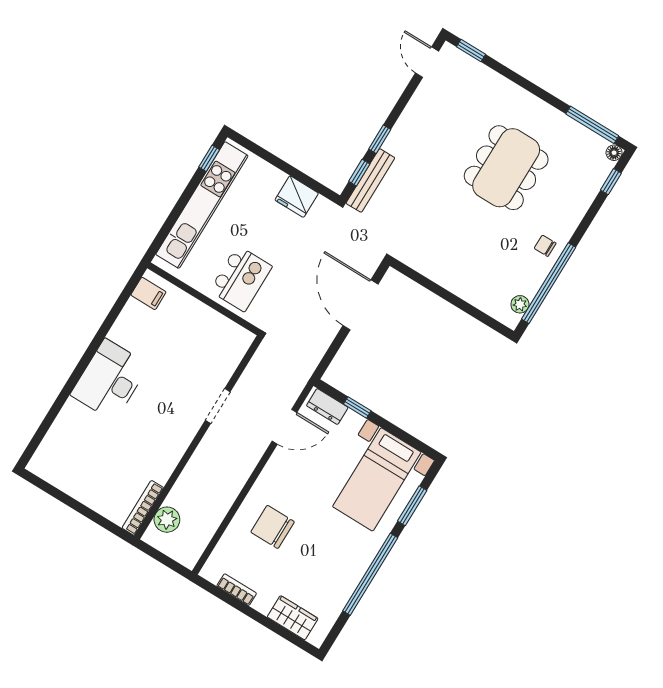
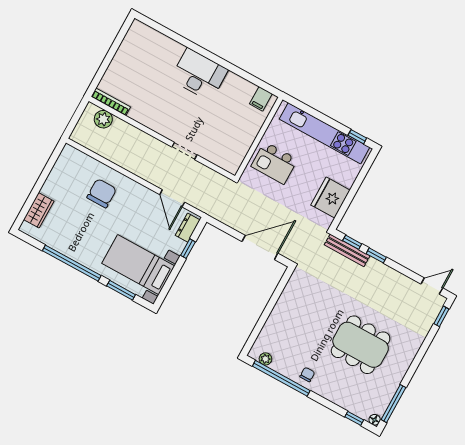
fridge: (297, 197) -> (330, 198), width x1.36, depth x1.34
bookcase: (237, 590) -> (57, 170), removed

